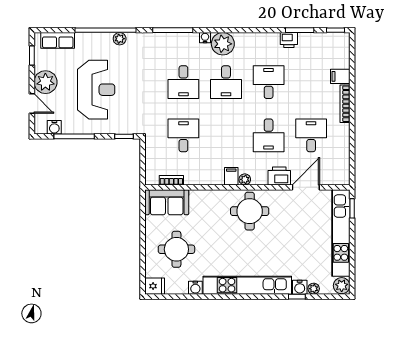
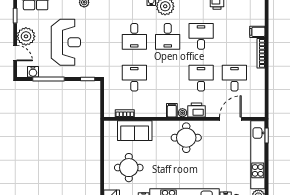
desk: (269, 135) -> (201, 78), turned 180
printer: (279, 176) -> (196, 110), moved
sofa: (167, 202) -> (135, 131), moved

